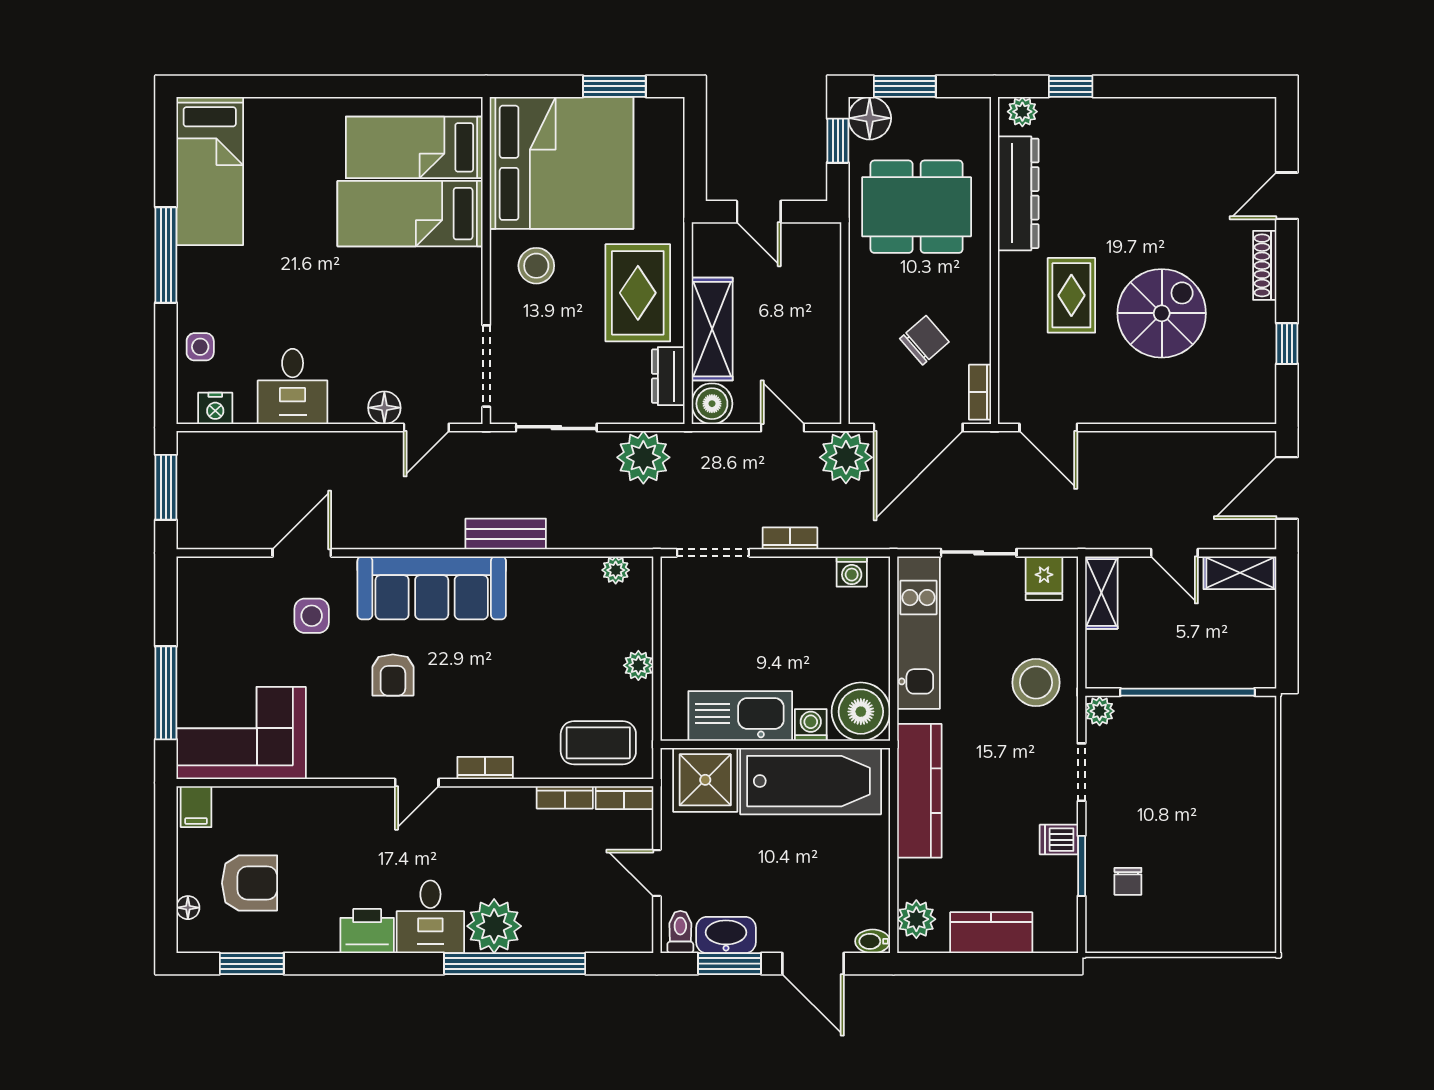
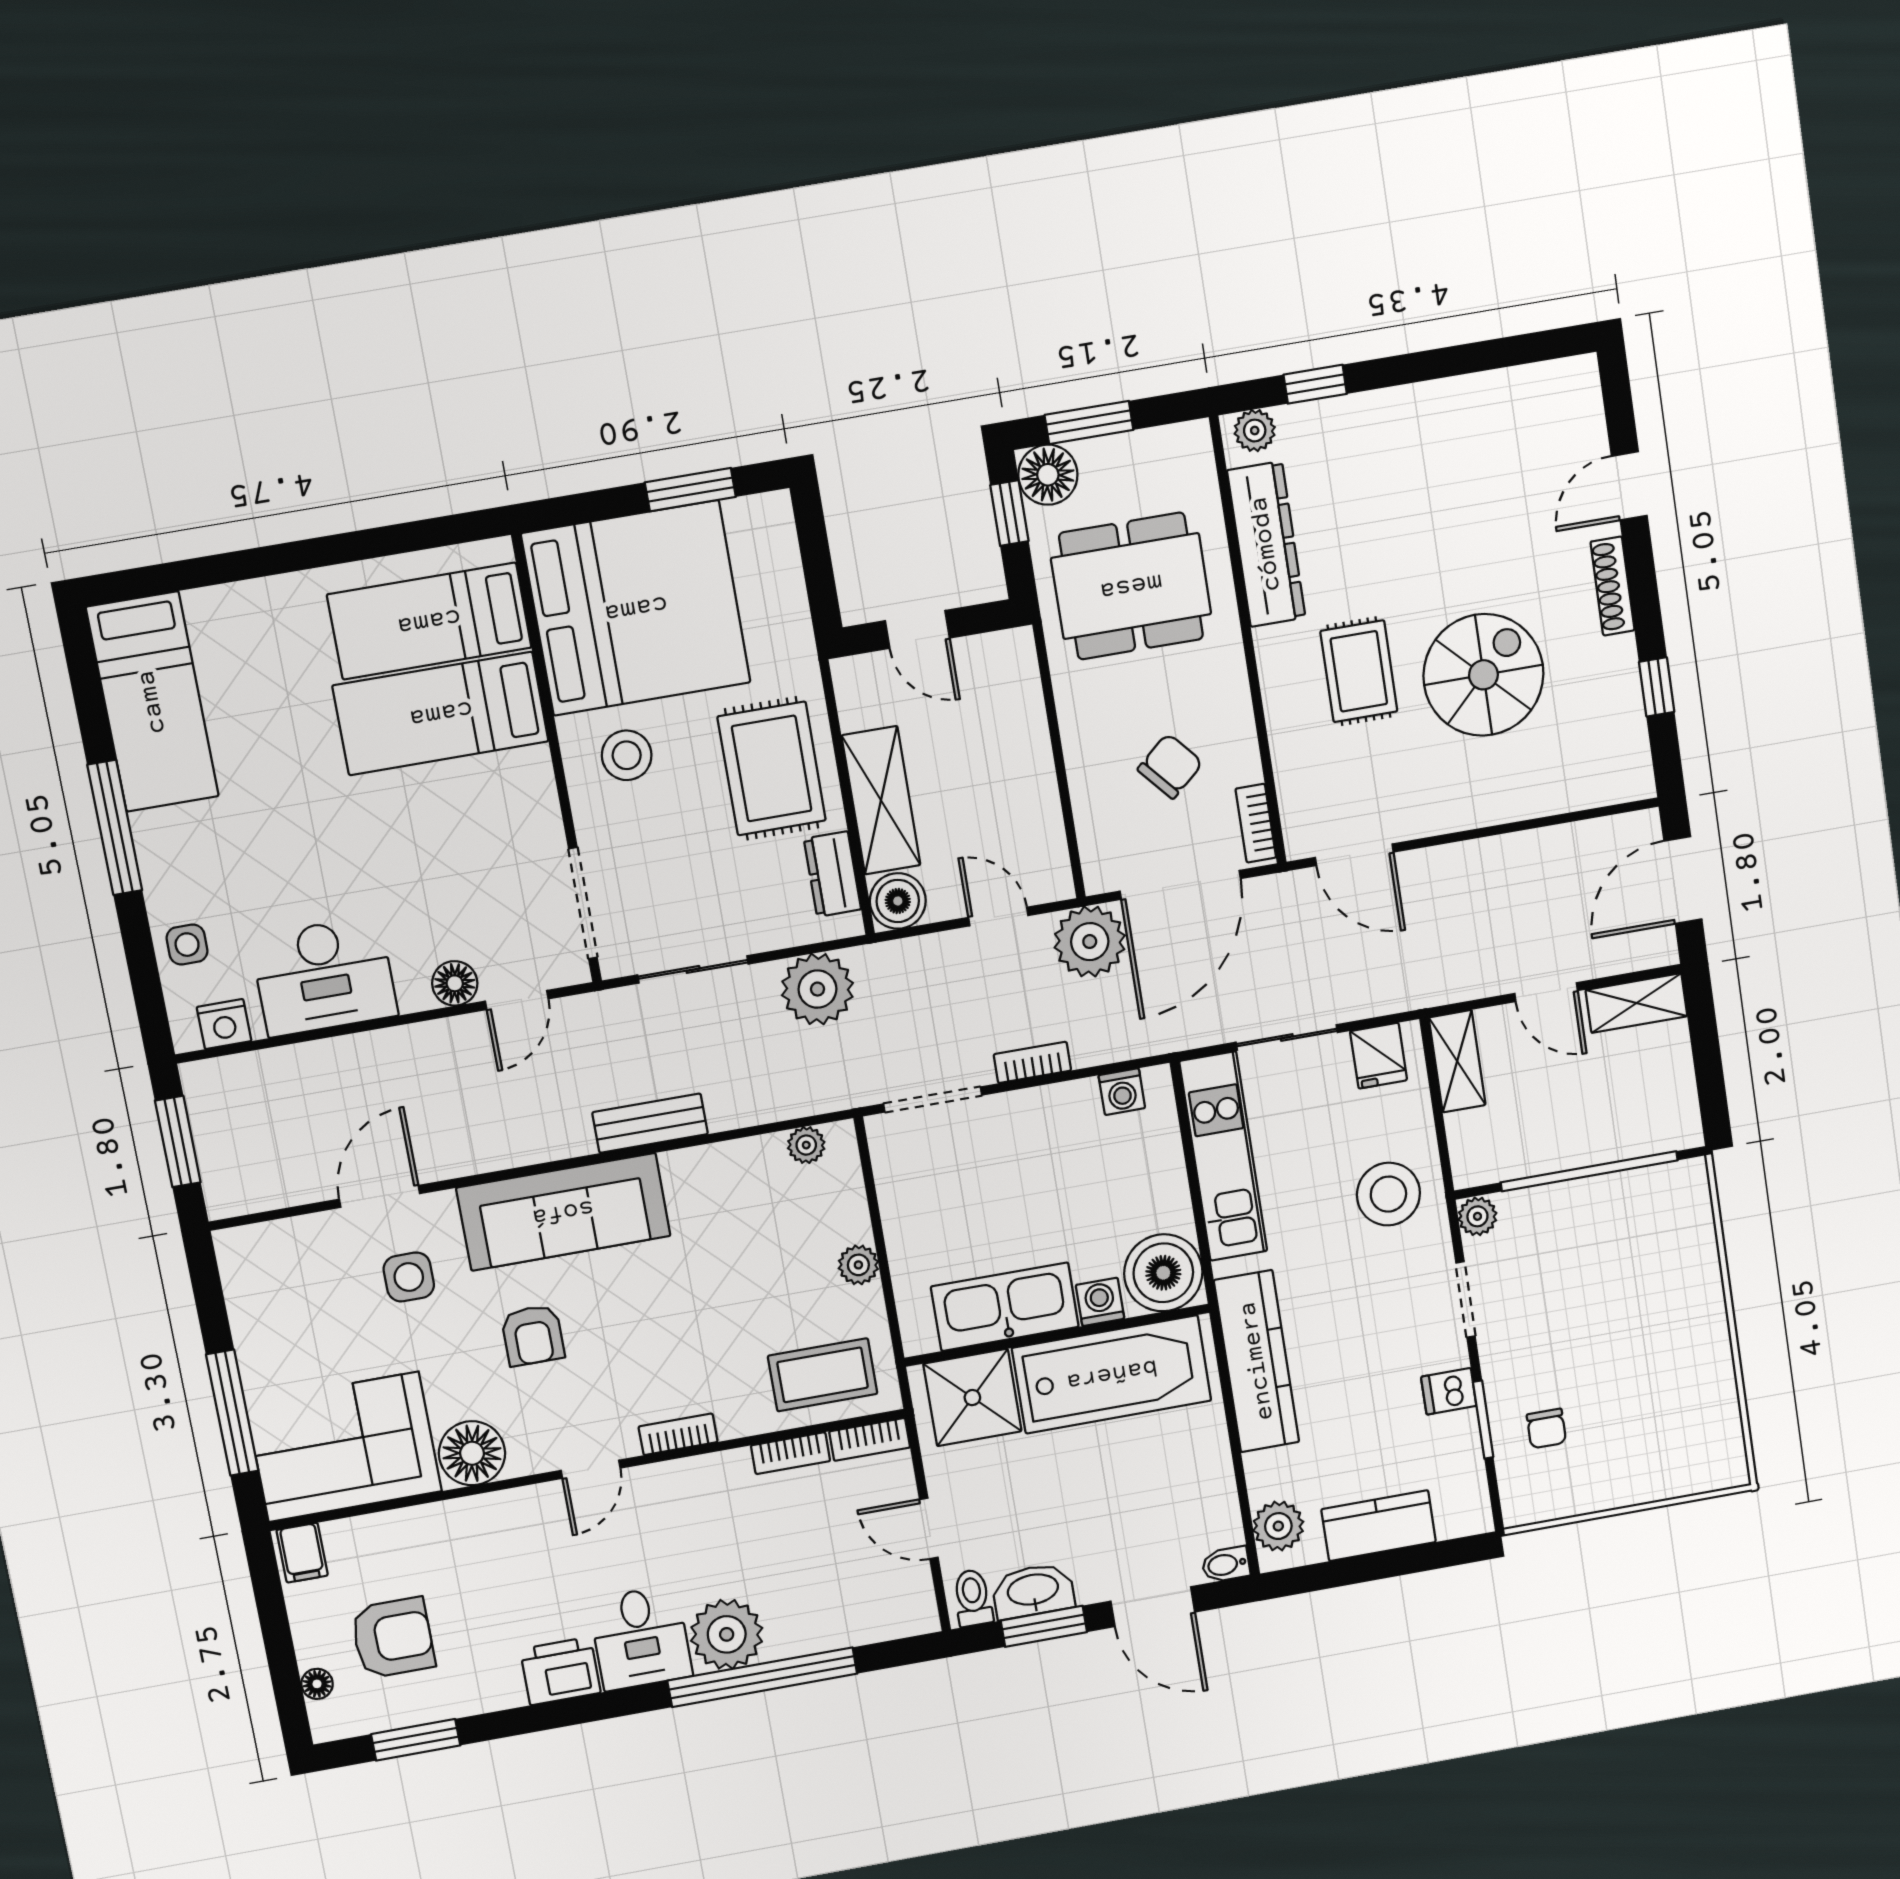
desk: (293, 386) -> (324, 976), width x1.37
floor lamp: (333, 755) -> (472, 1453), added

